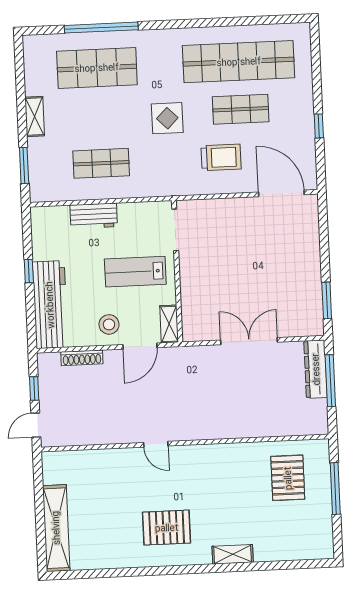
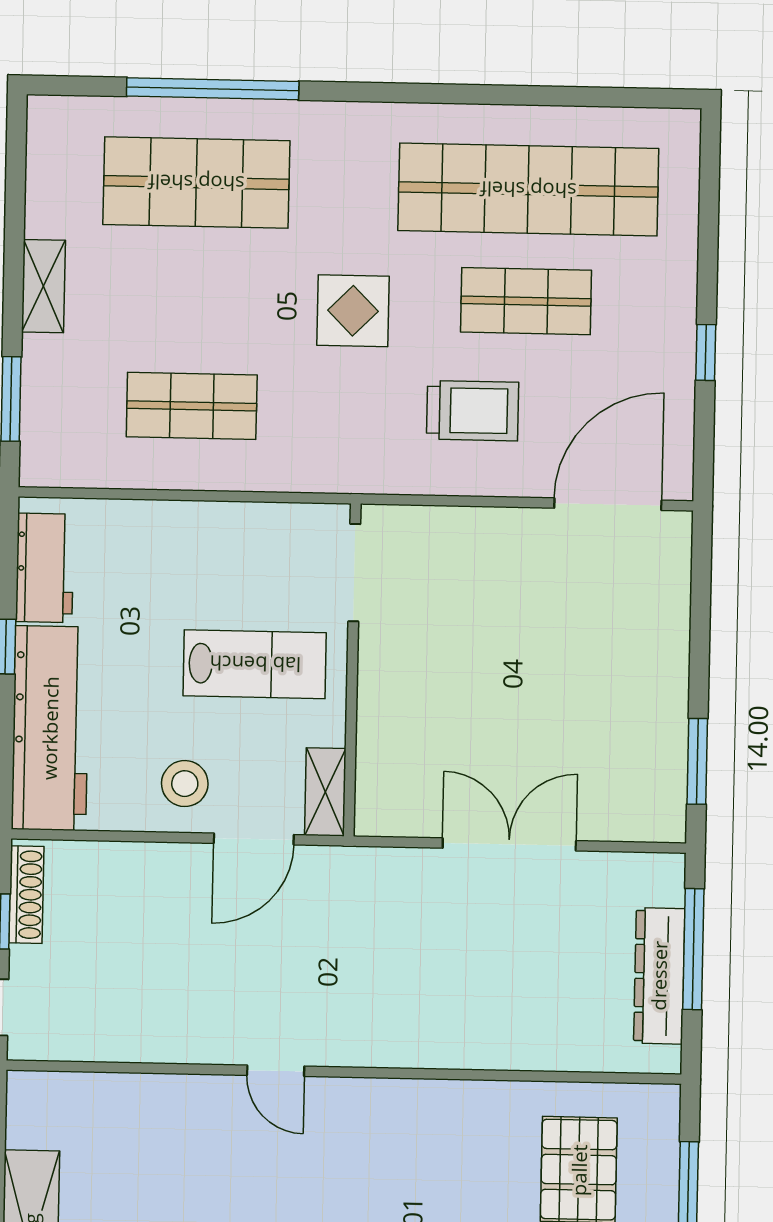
door: (281, 193) -> (608, 504), hinge flipped
workbench: (94, 216) -> (45, 568), moved, turned -90
lab bench: (135, 272) -> (255, 664), turned 180
shoe rack: (82, 358) -> (26, 895), moved, turned -90
dresser: (316, 369) -> (659, 976), moved

